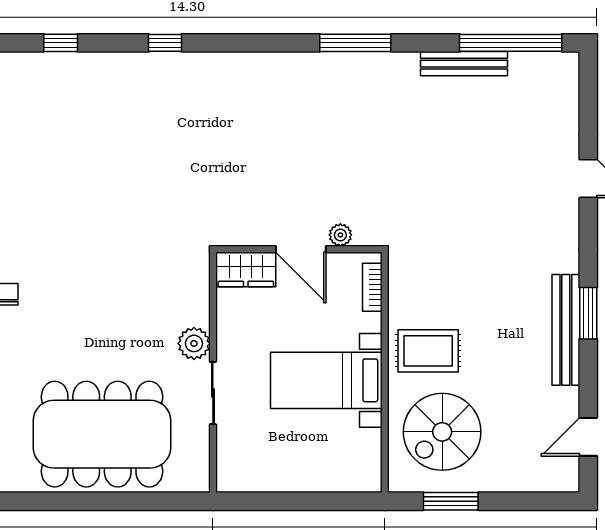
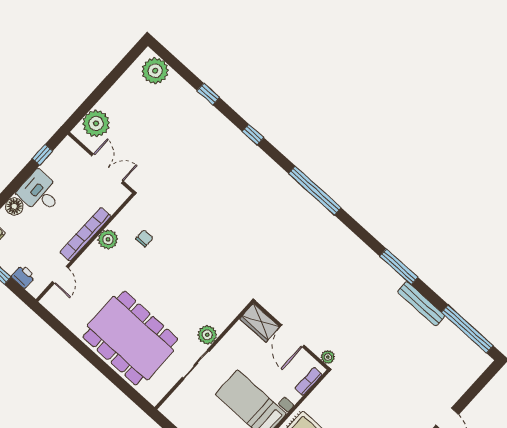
window: (61, 43) -> (253, 135), moved
window: (165, 43) -> (315, 191), width x3.17
bench: (464, 64) -> (421, 304), moved
plant: (340, 235) -> (328, 357), moved

